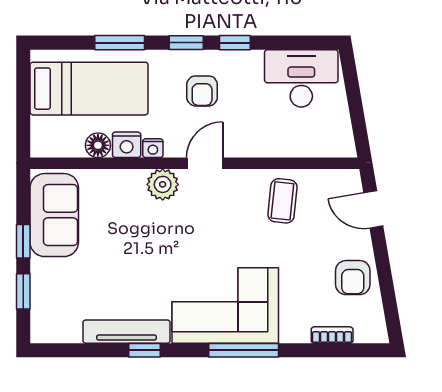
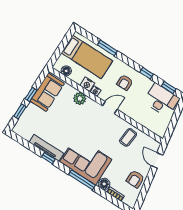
window: (186, 43) -> (169, 88), moved
floor lamp: (98, 145) -> (66, 71), moved
plant: (163, 184) -> (80, 99), moved
floor lamp: (295, 329) -> (104, 184), added

